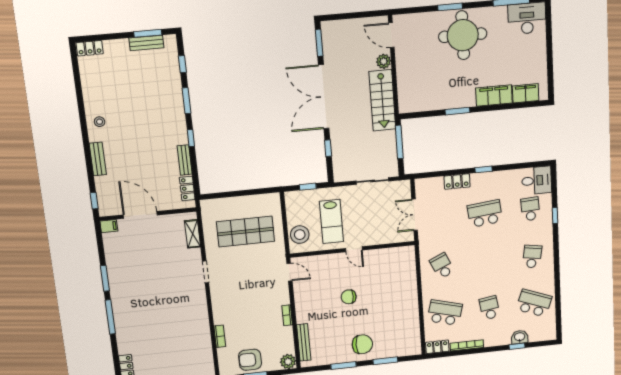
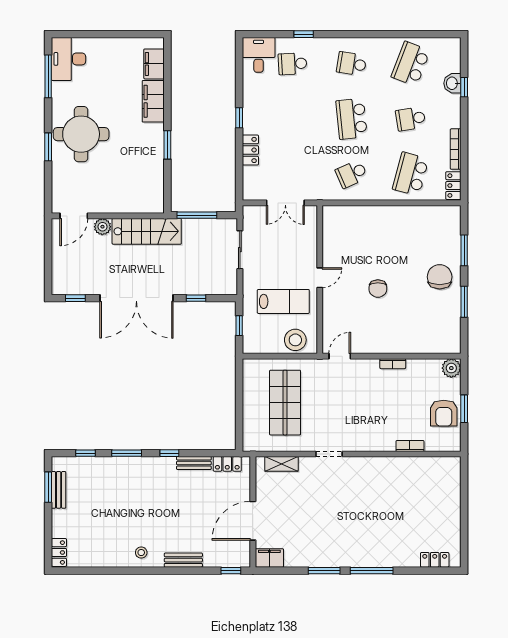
window: (319, 43) -> (75, 298), width x0.67
school desk: (485, 214) -> (352, 119), moved
filing cabinet: (109, 226) -> (269, 558), width x2.00
bench: (304, 342) -> (429, 347), removed

